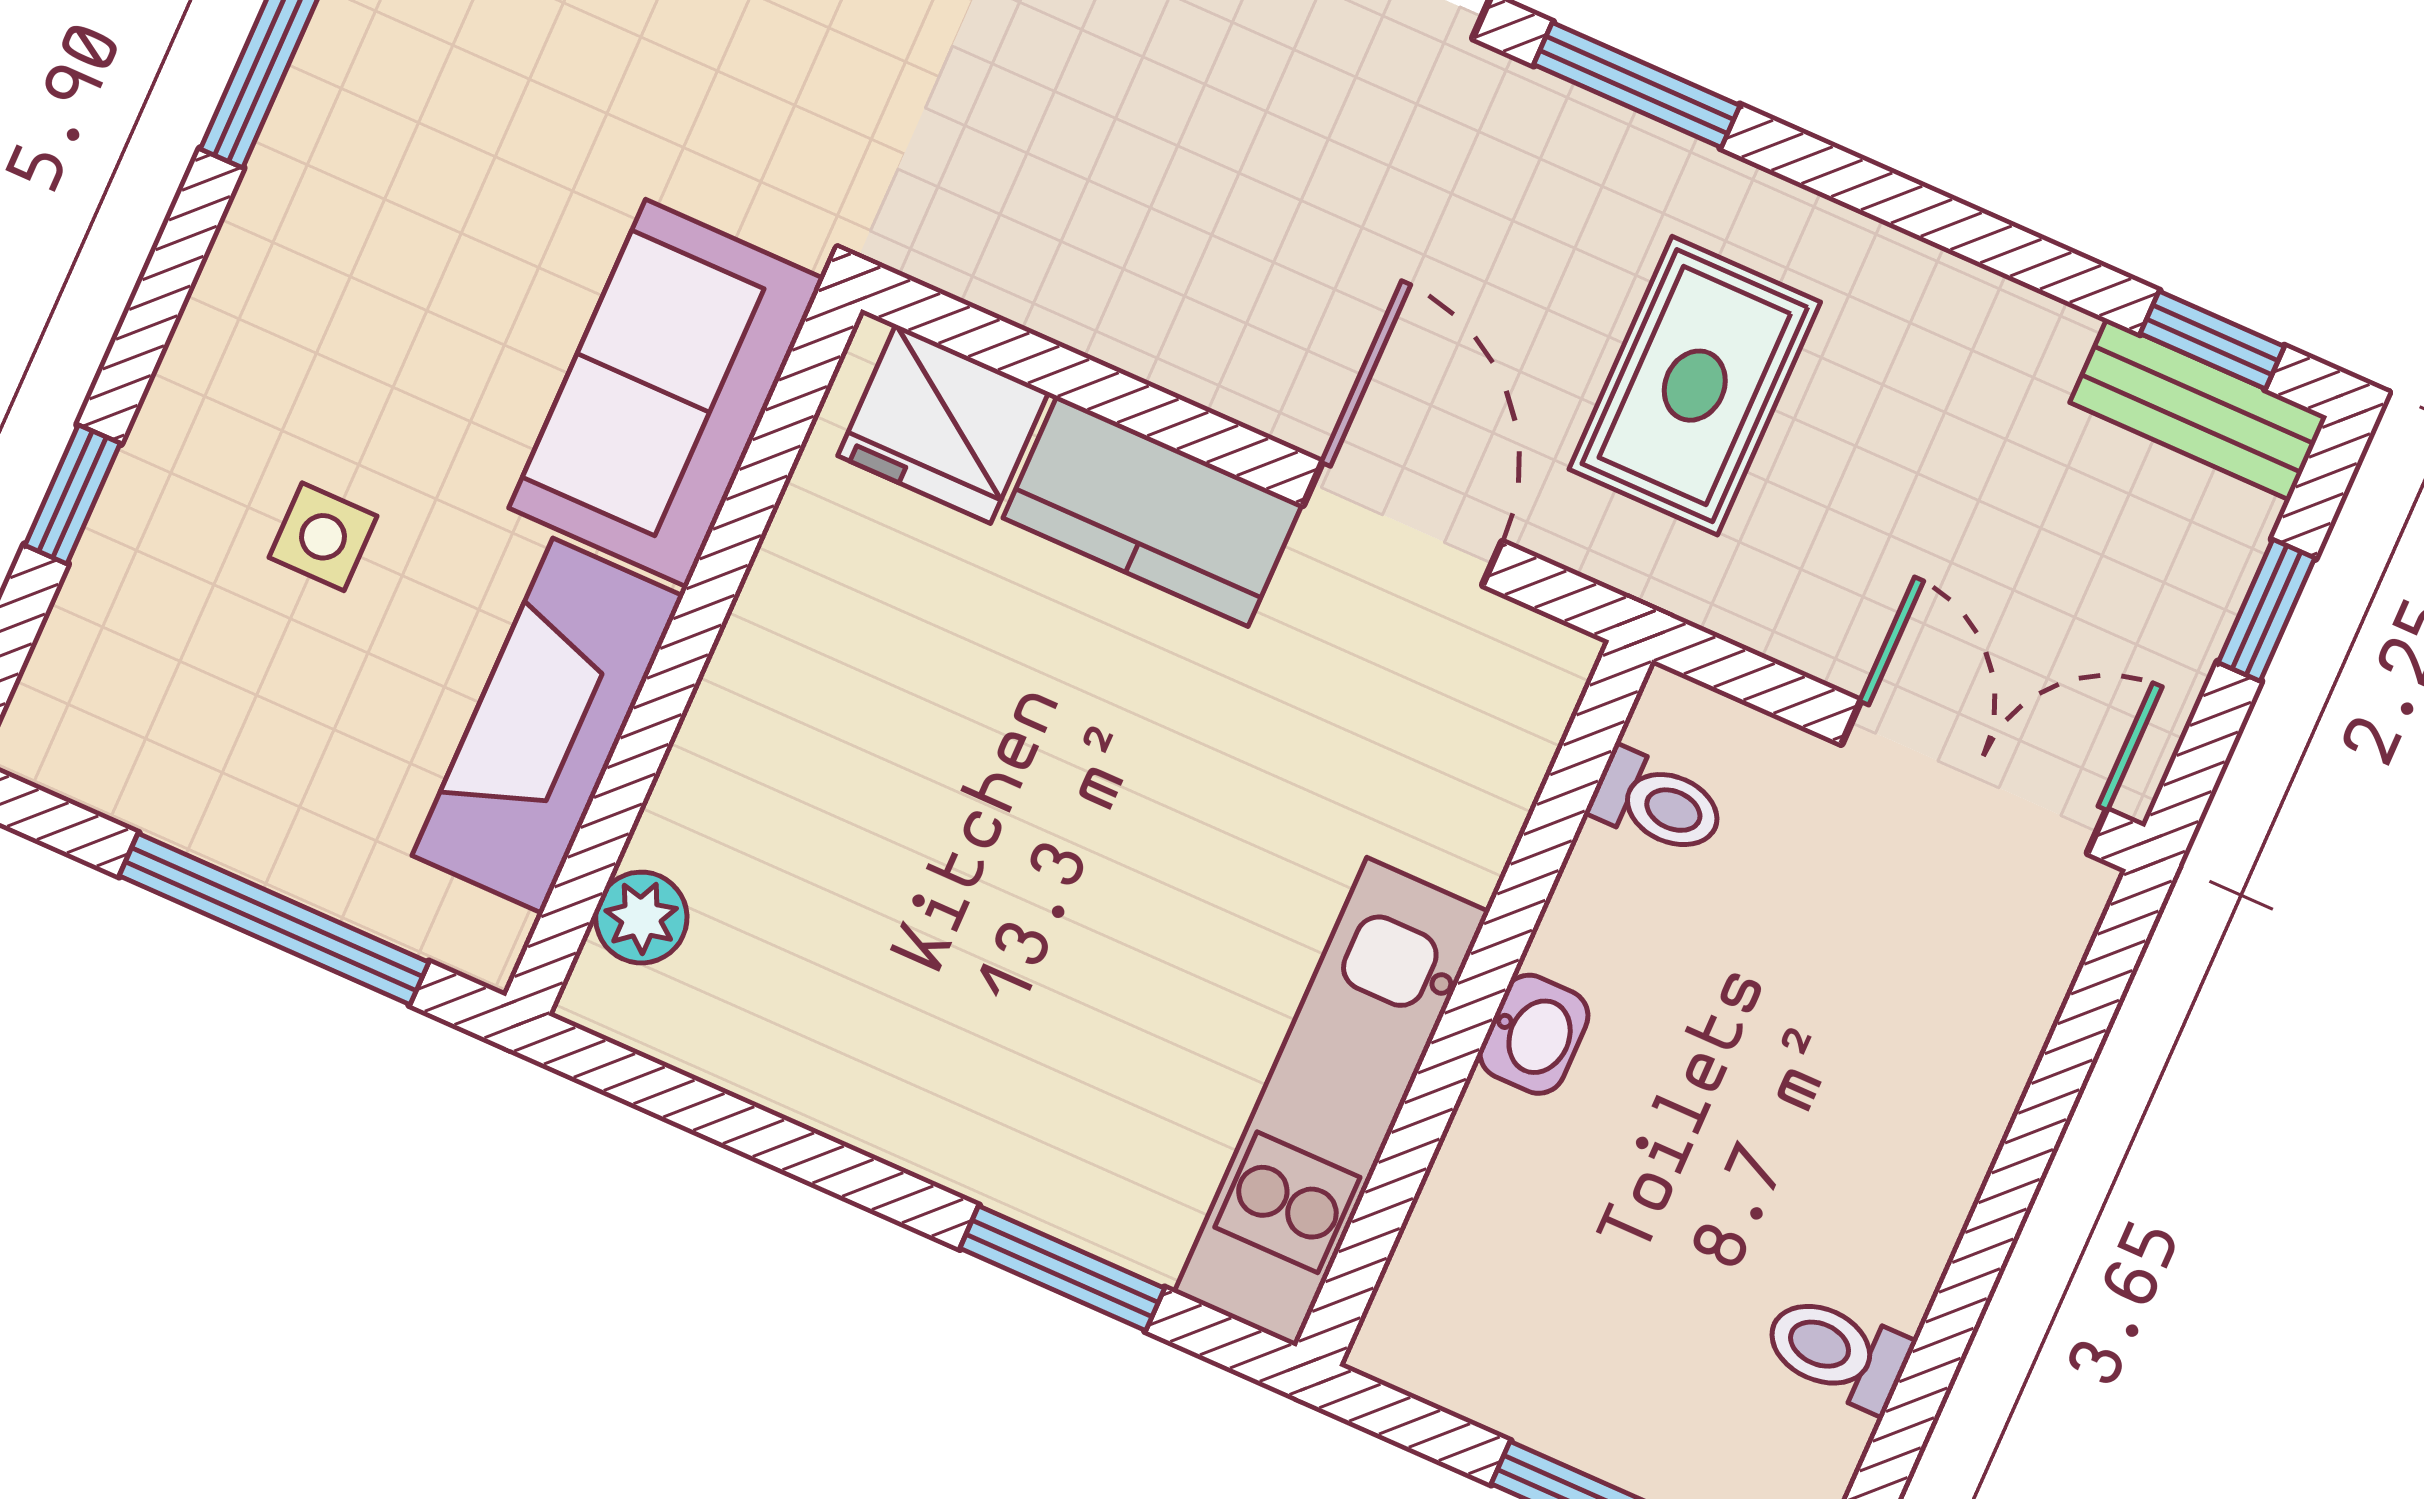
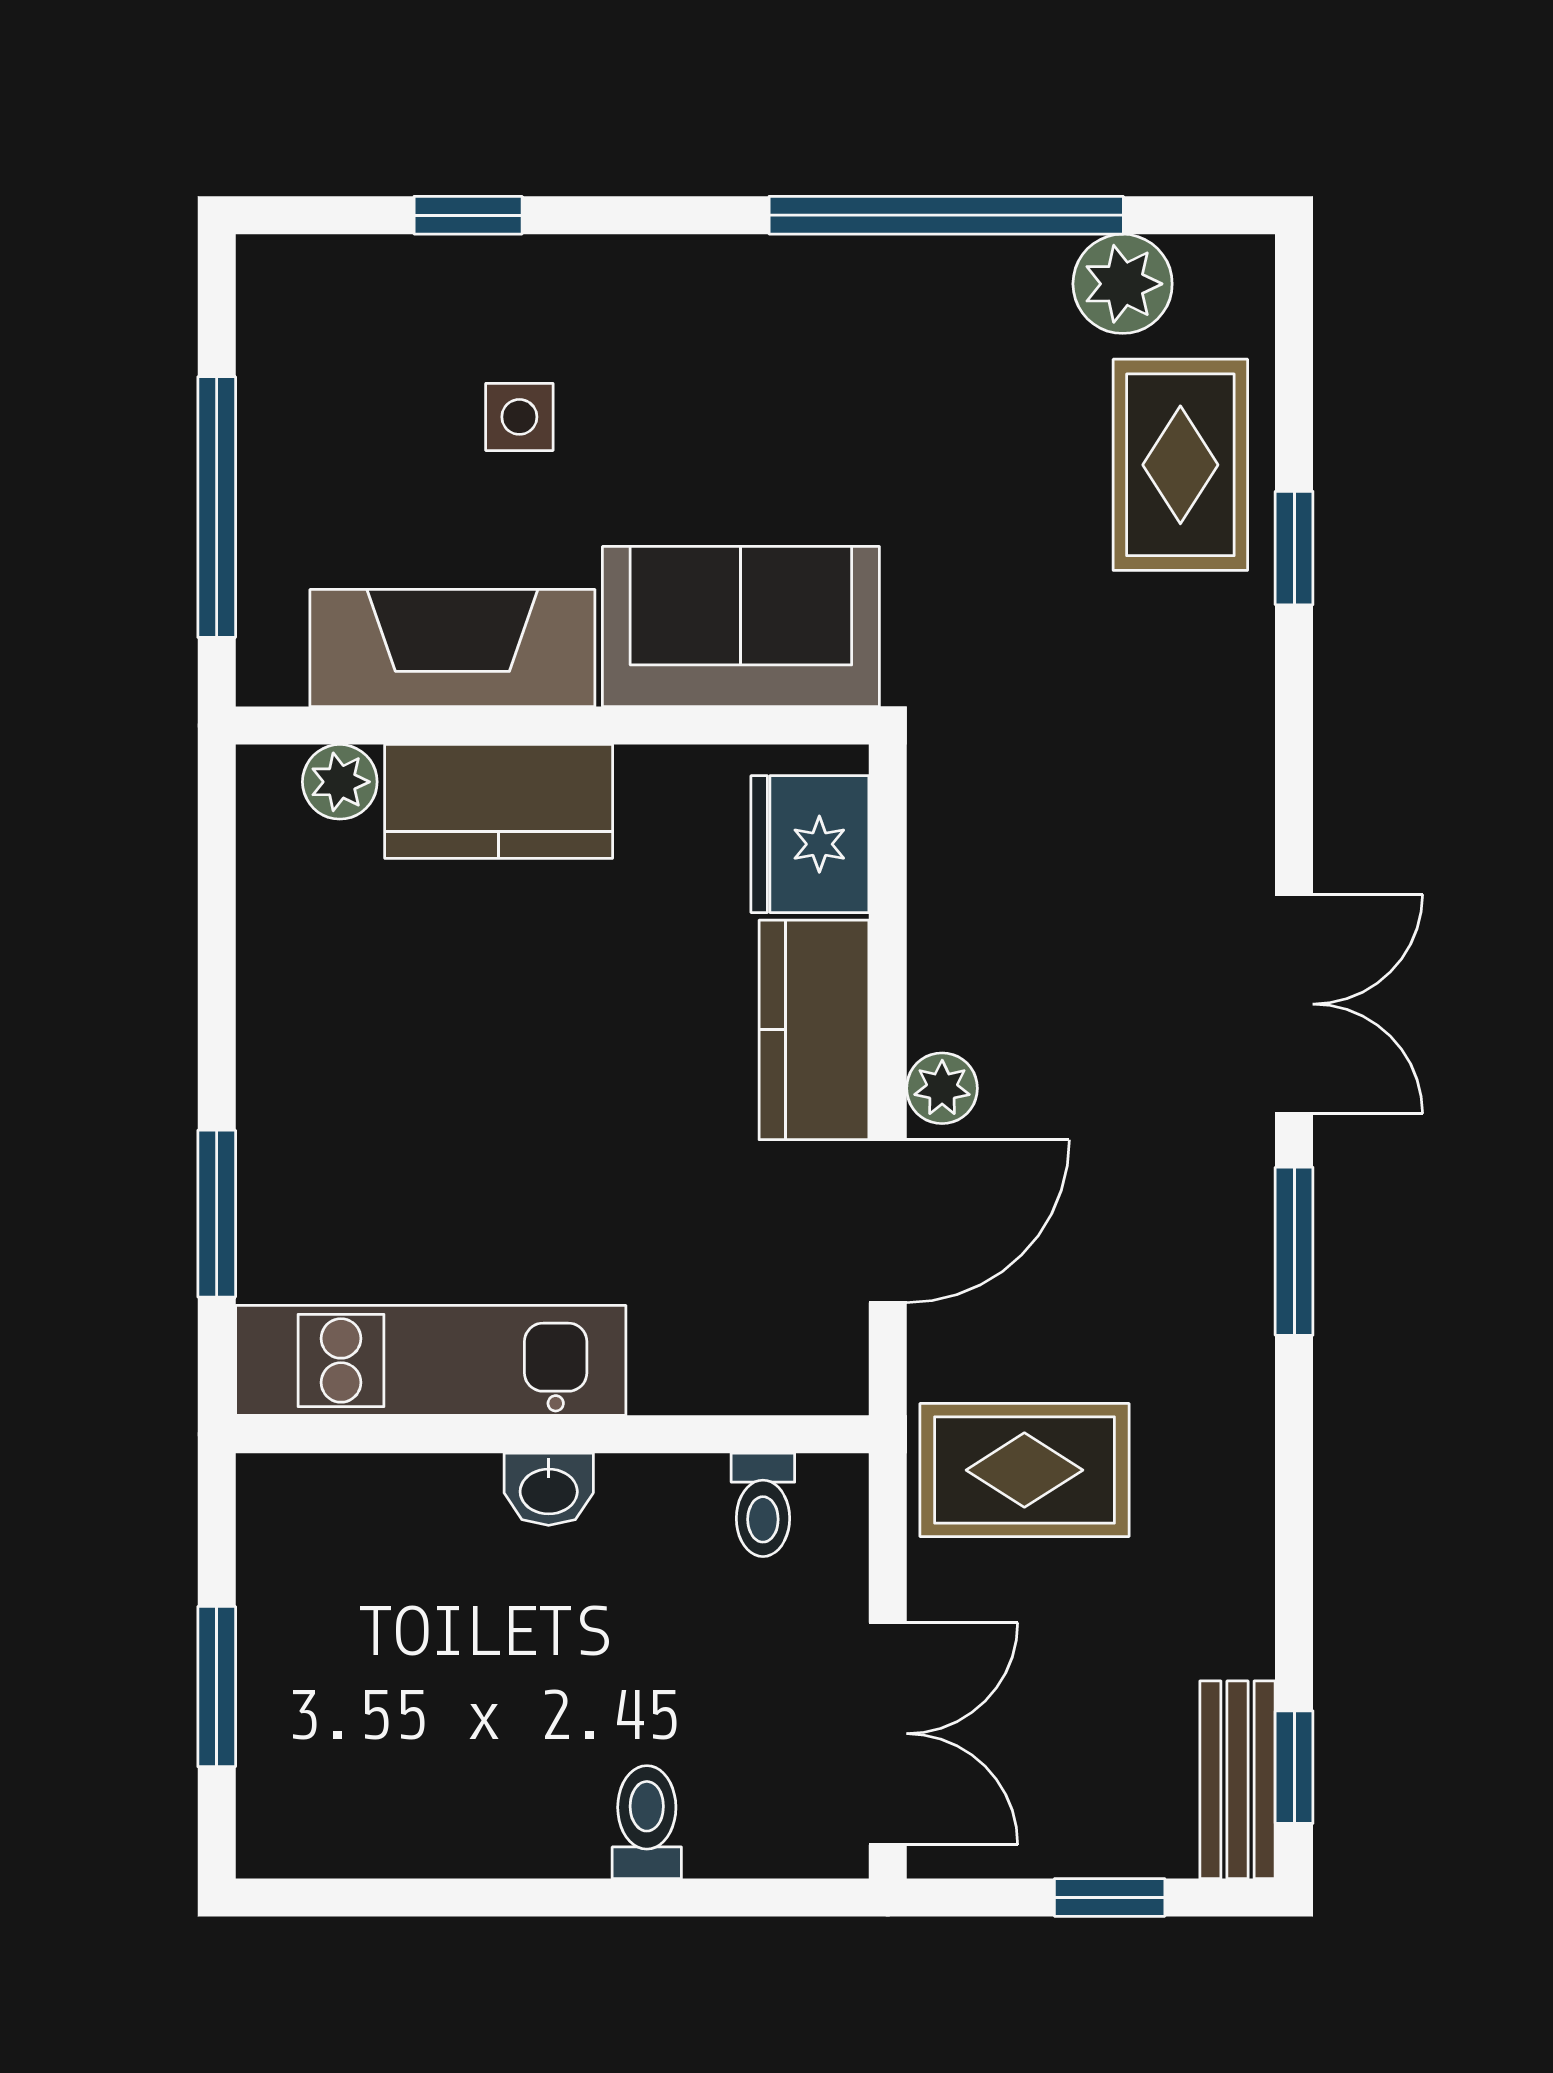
rug: (1695, 386) -> (1024, 1470), moved
plant: (1281, 397) -> (942, 1088), added
kitchen counter: (742, 750) -> (499, 801), added
toilet: (1837, 1352) -> (647, 1822), moved

